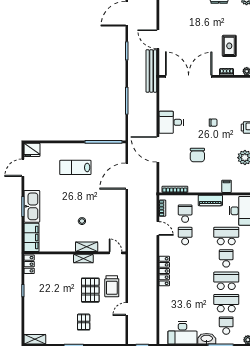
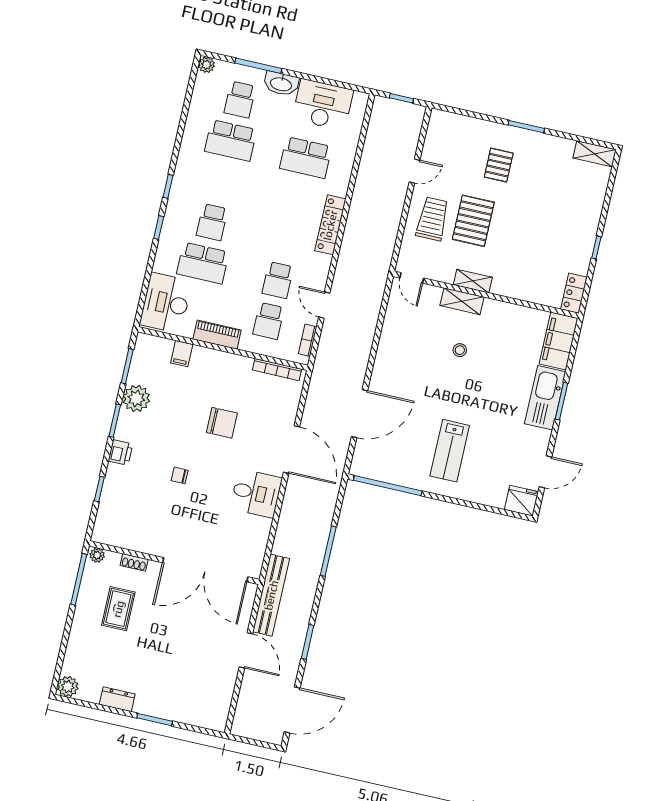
chair: (197, 155) -> (222, 423), turned 90
lab bench: (75, 167) -> (450, 451), turned 90
school desk: (226, 281) -> (306, 157), moved

